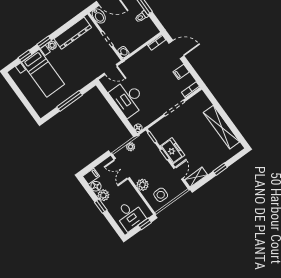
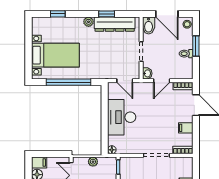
window: (44, 42) -> (107, 14), moved
door: (138, 50) -> (162, 81), added
bed with nightstands: (43, 73) -> (55, 55), moved, turned -90
window: (70, 101) -> (68, 82), width x1.46

